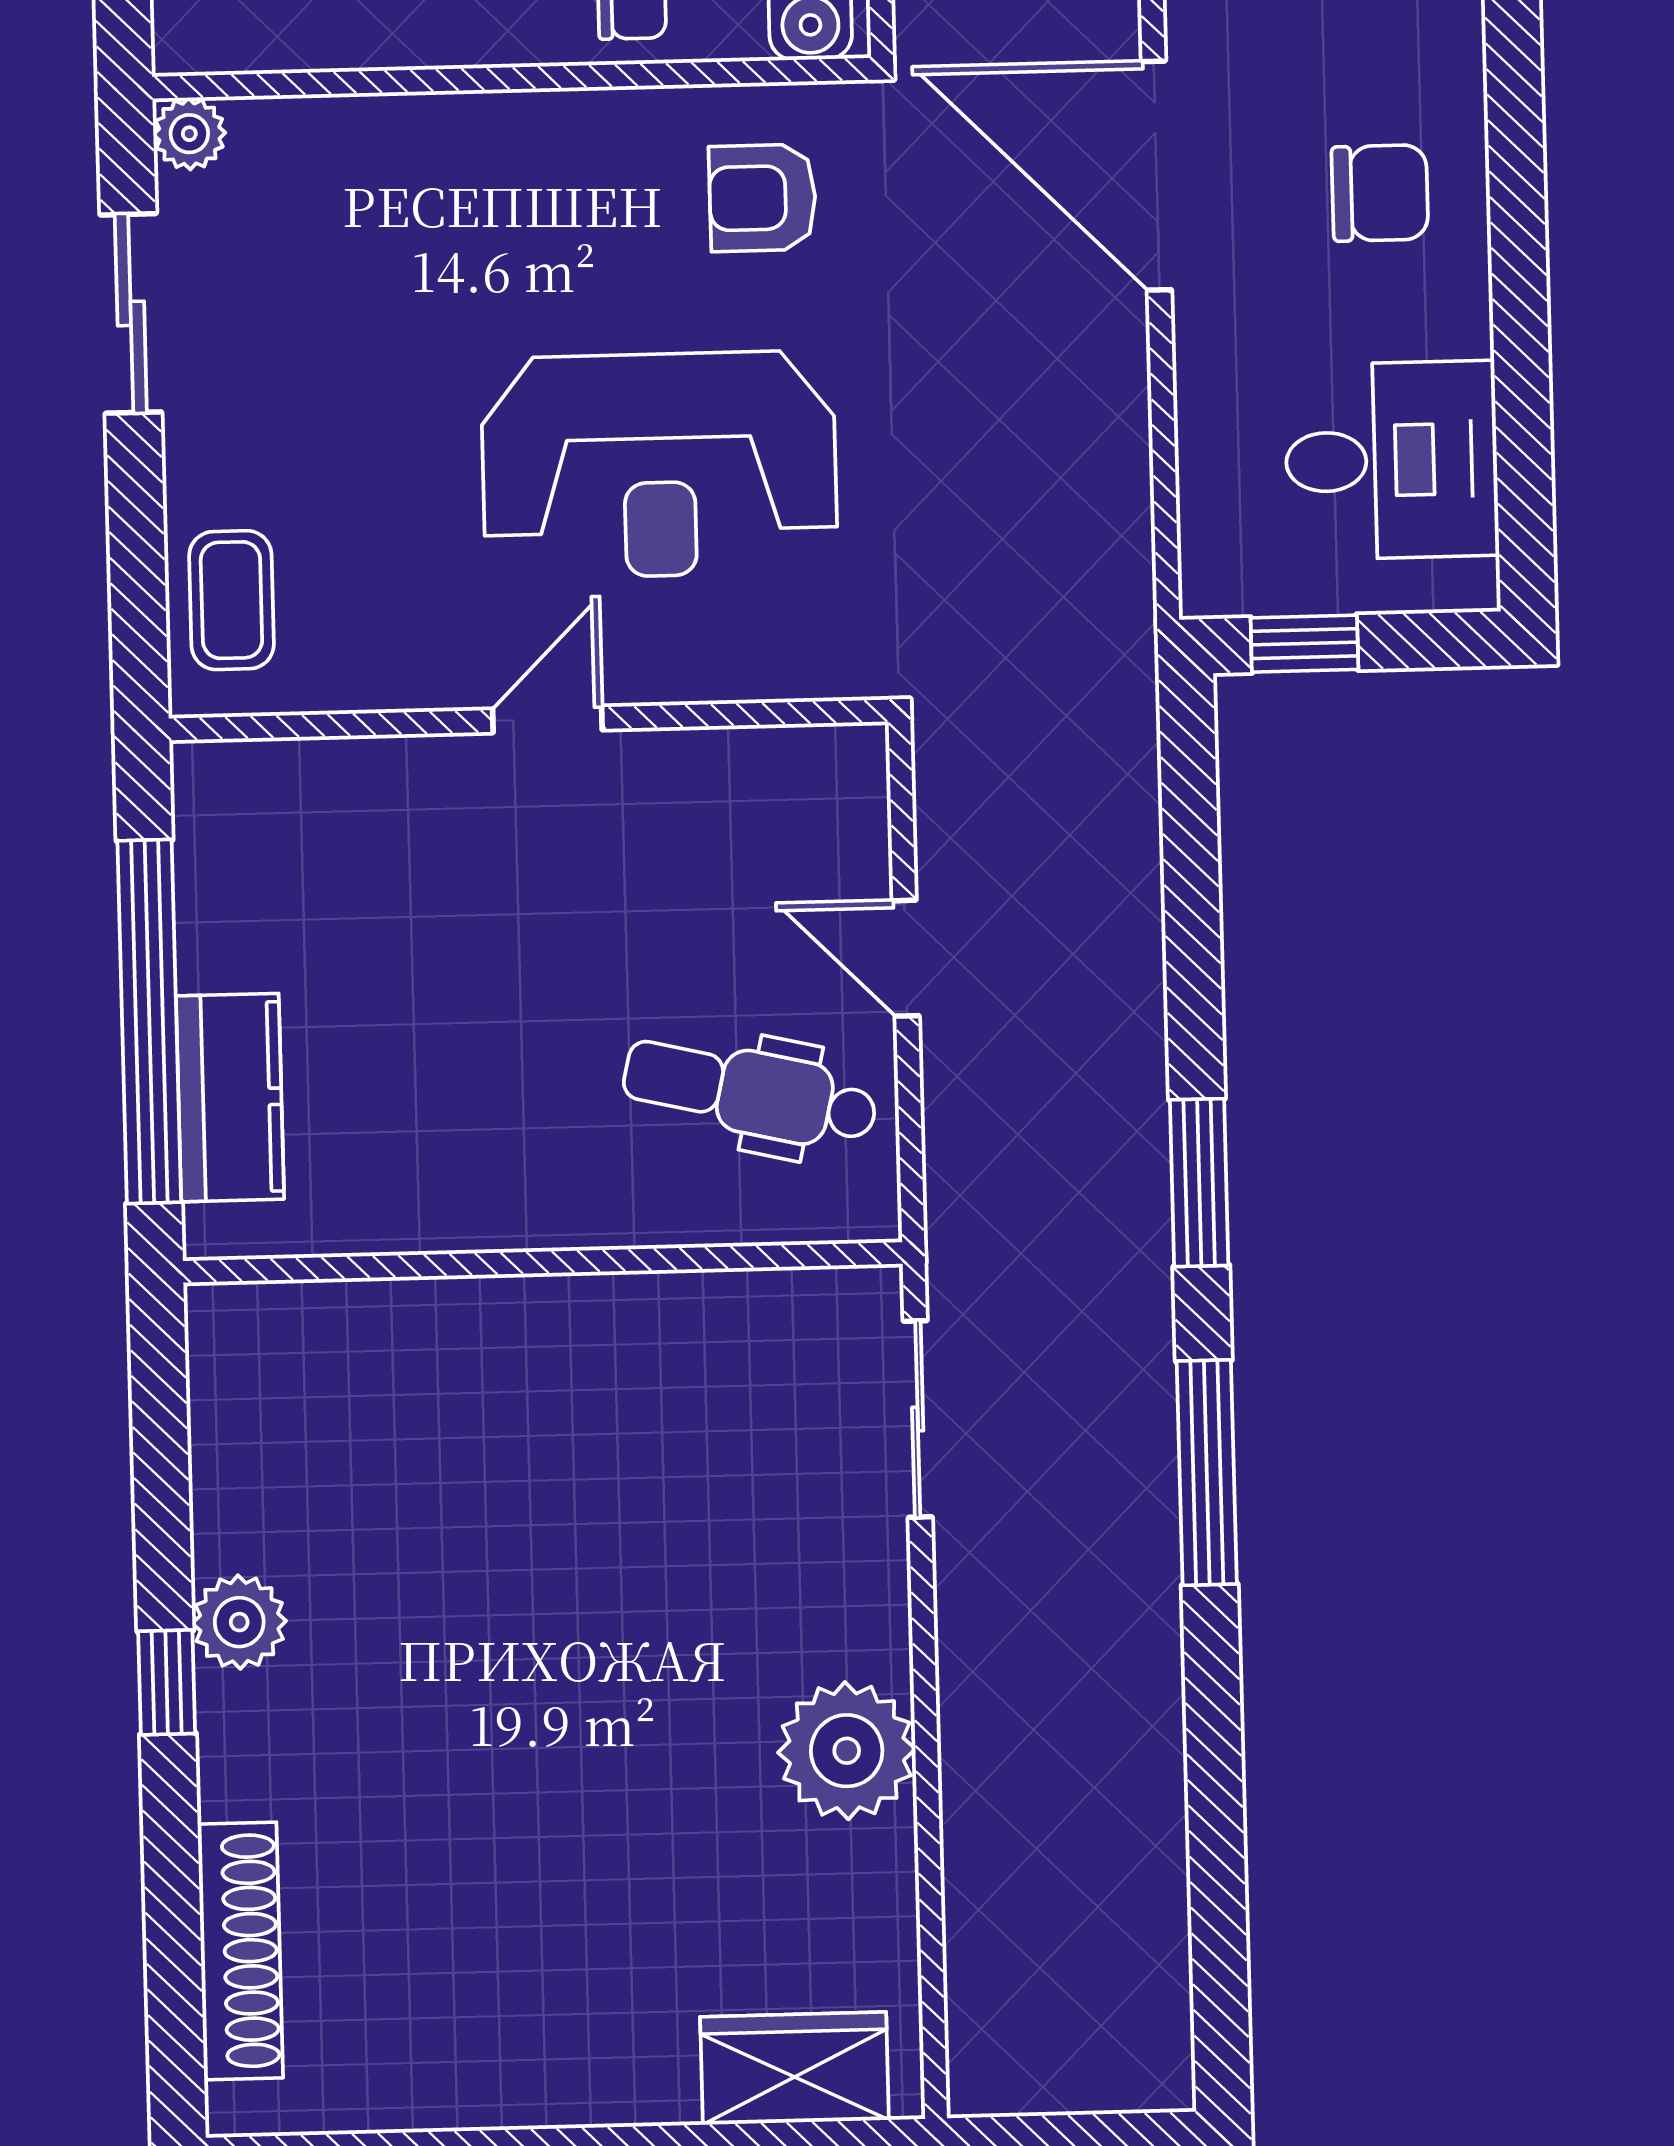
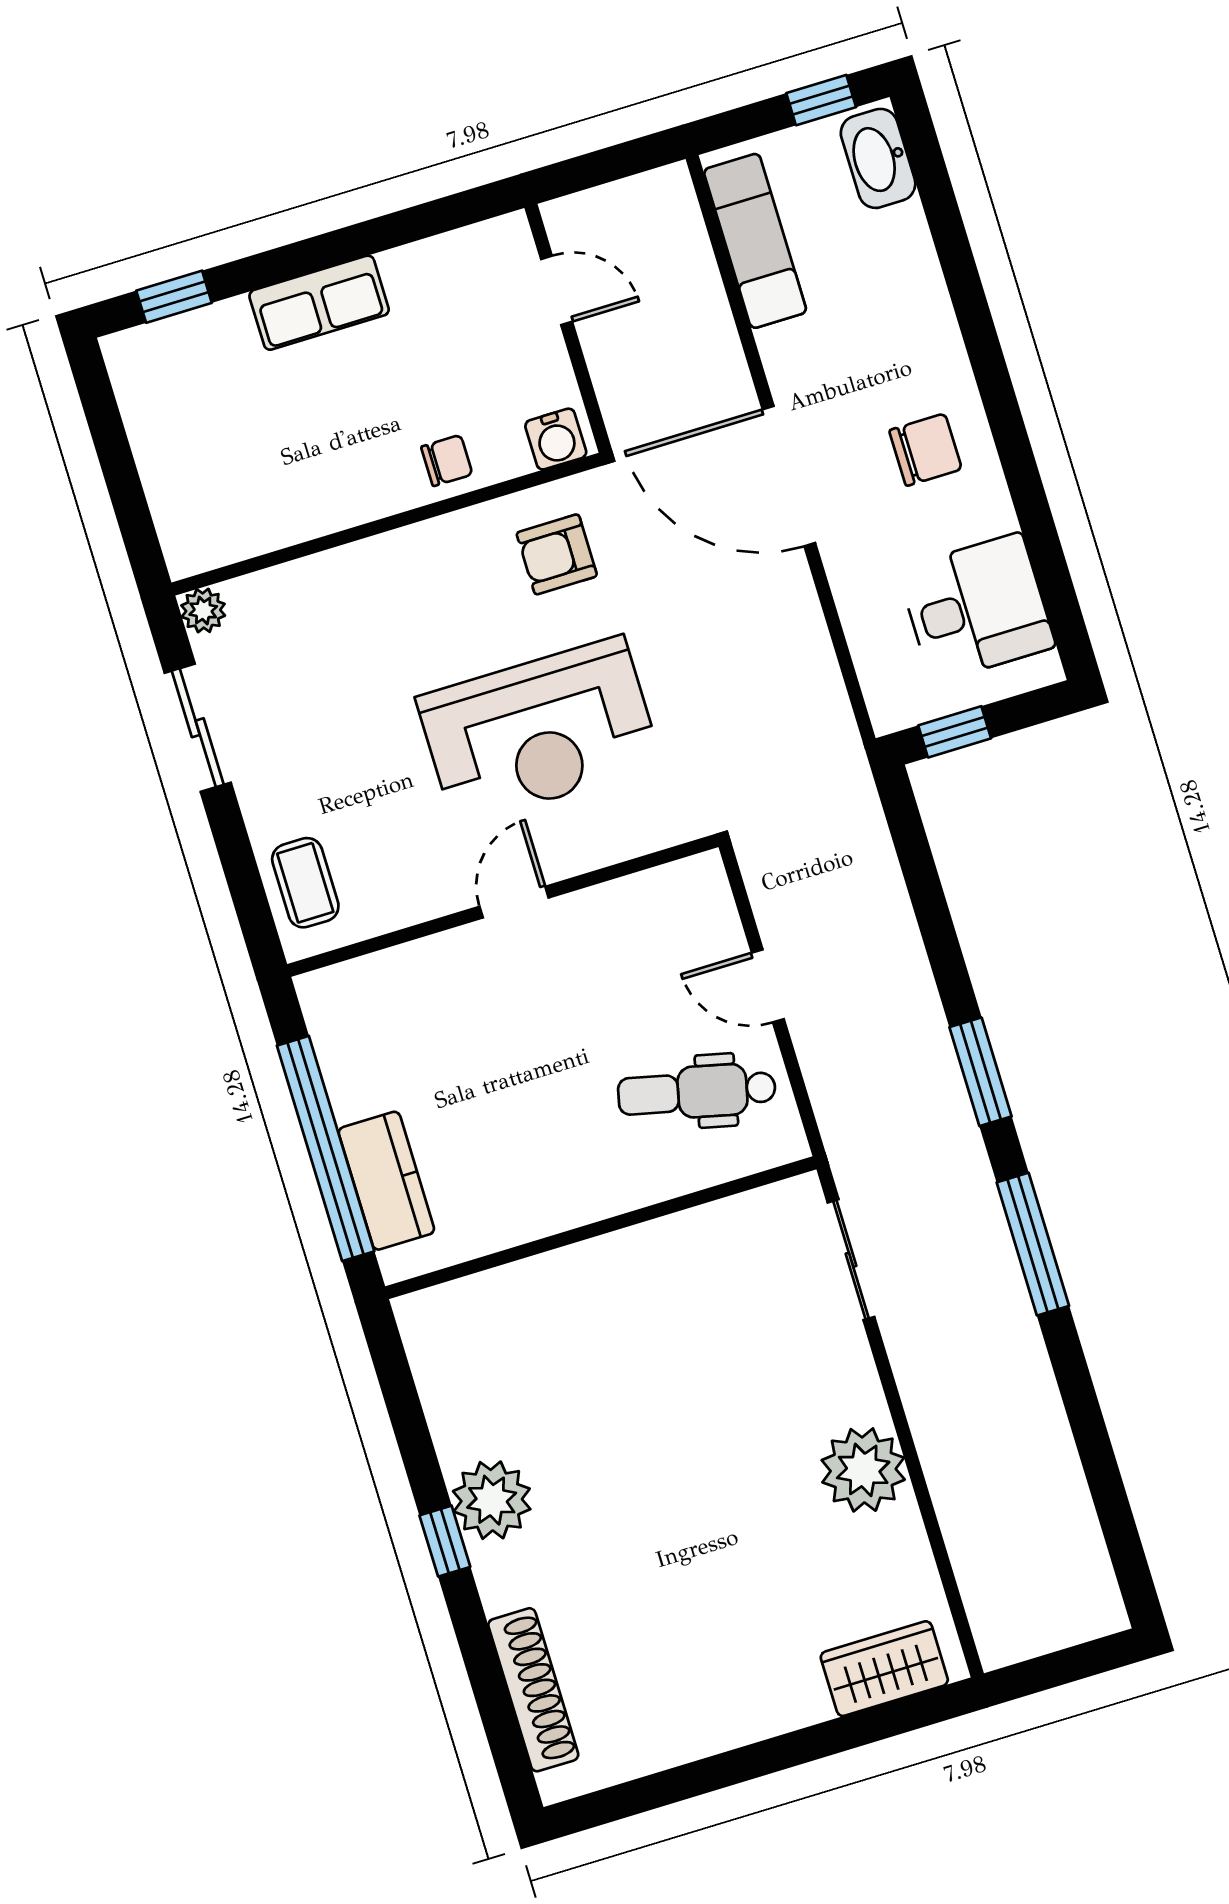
plant: (239, 1622) -> (492, 1500), width x1.36, depth x1.36

